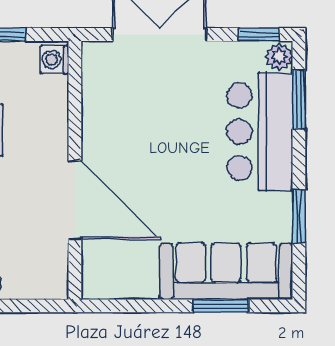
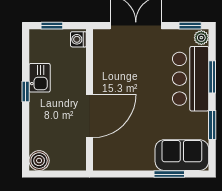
window: (299, 99) -> (212, 77), moved
door: (75, 200) -> (90, 116), hinge flipped
sofa: (226, 271) -> (182, 155), width x0.73

